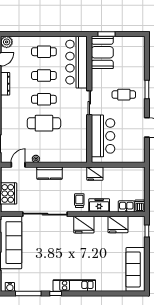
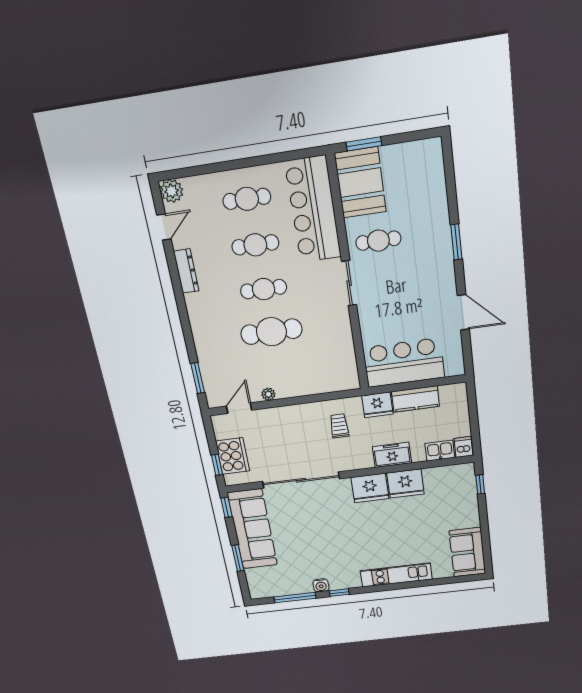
cafe table: (124, 95) -> (378, 241), moved
bar counter: (103, 136) -> (404, 363), moved, turned -90
kitchen counter: (50, 173) -> (415, 399), moved
trolley: (79, 201) -> (339, 426), moved
fridge: (118, 225) -> (405, 483), moved
sofa: (136, 269) -> (467, 552), width x0.73
kitchen unit: (74, 285) -> (396, 575), moved
water cooler: (10, 287) -> (321, 585), moved

